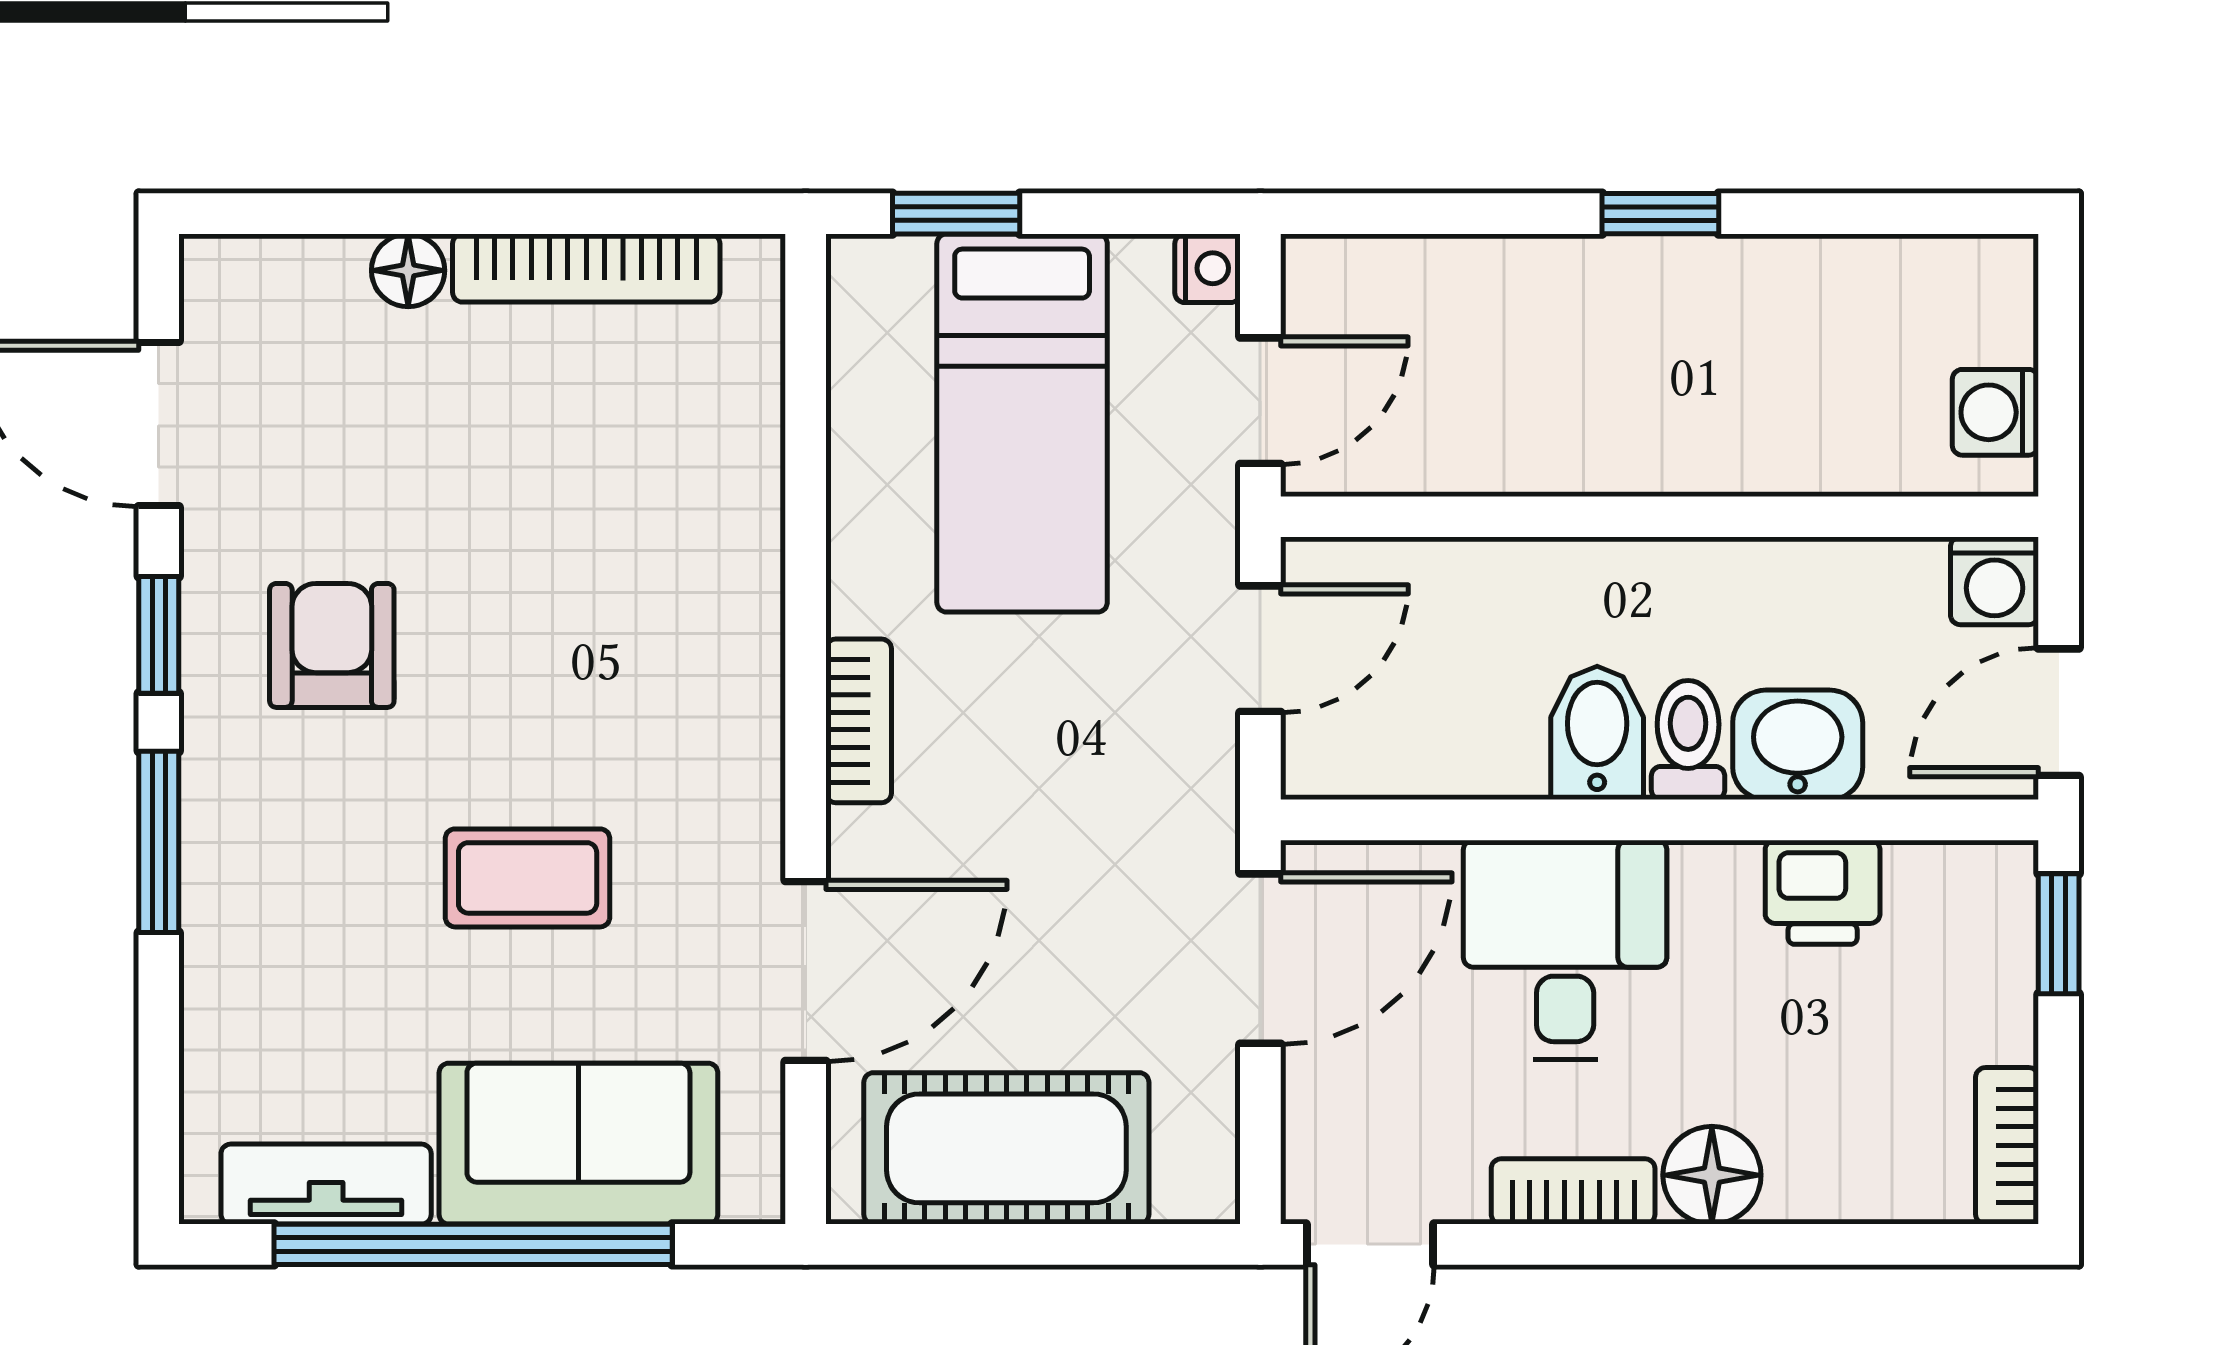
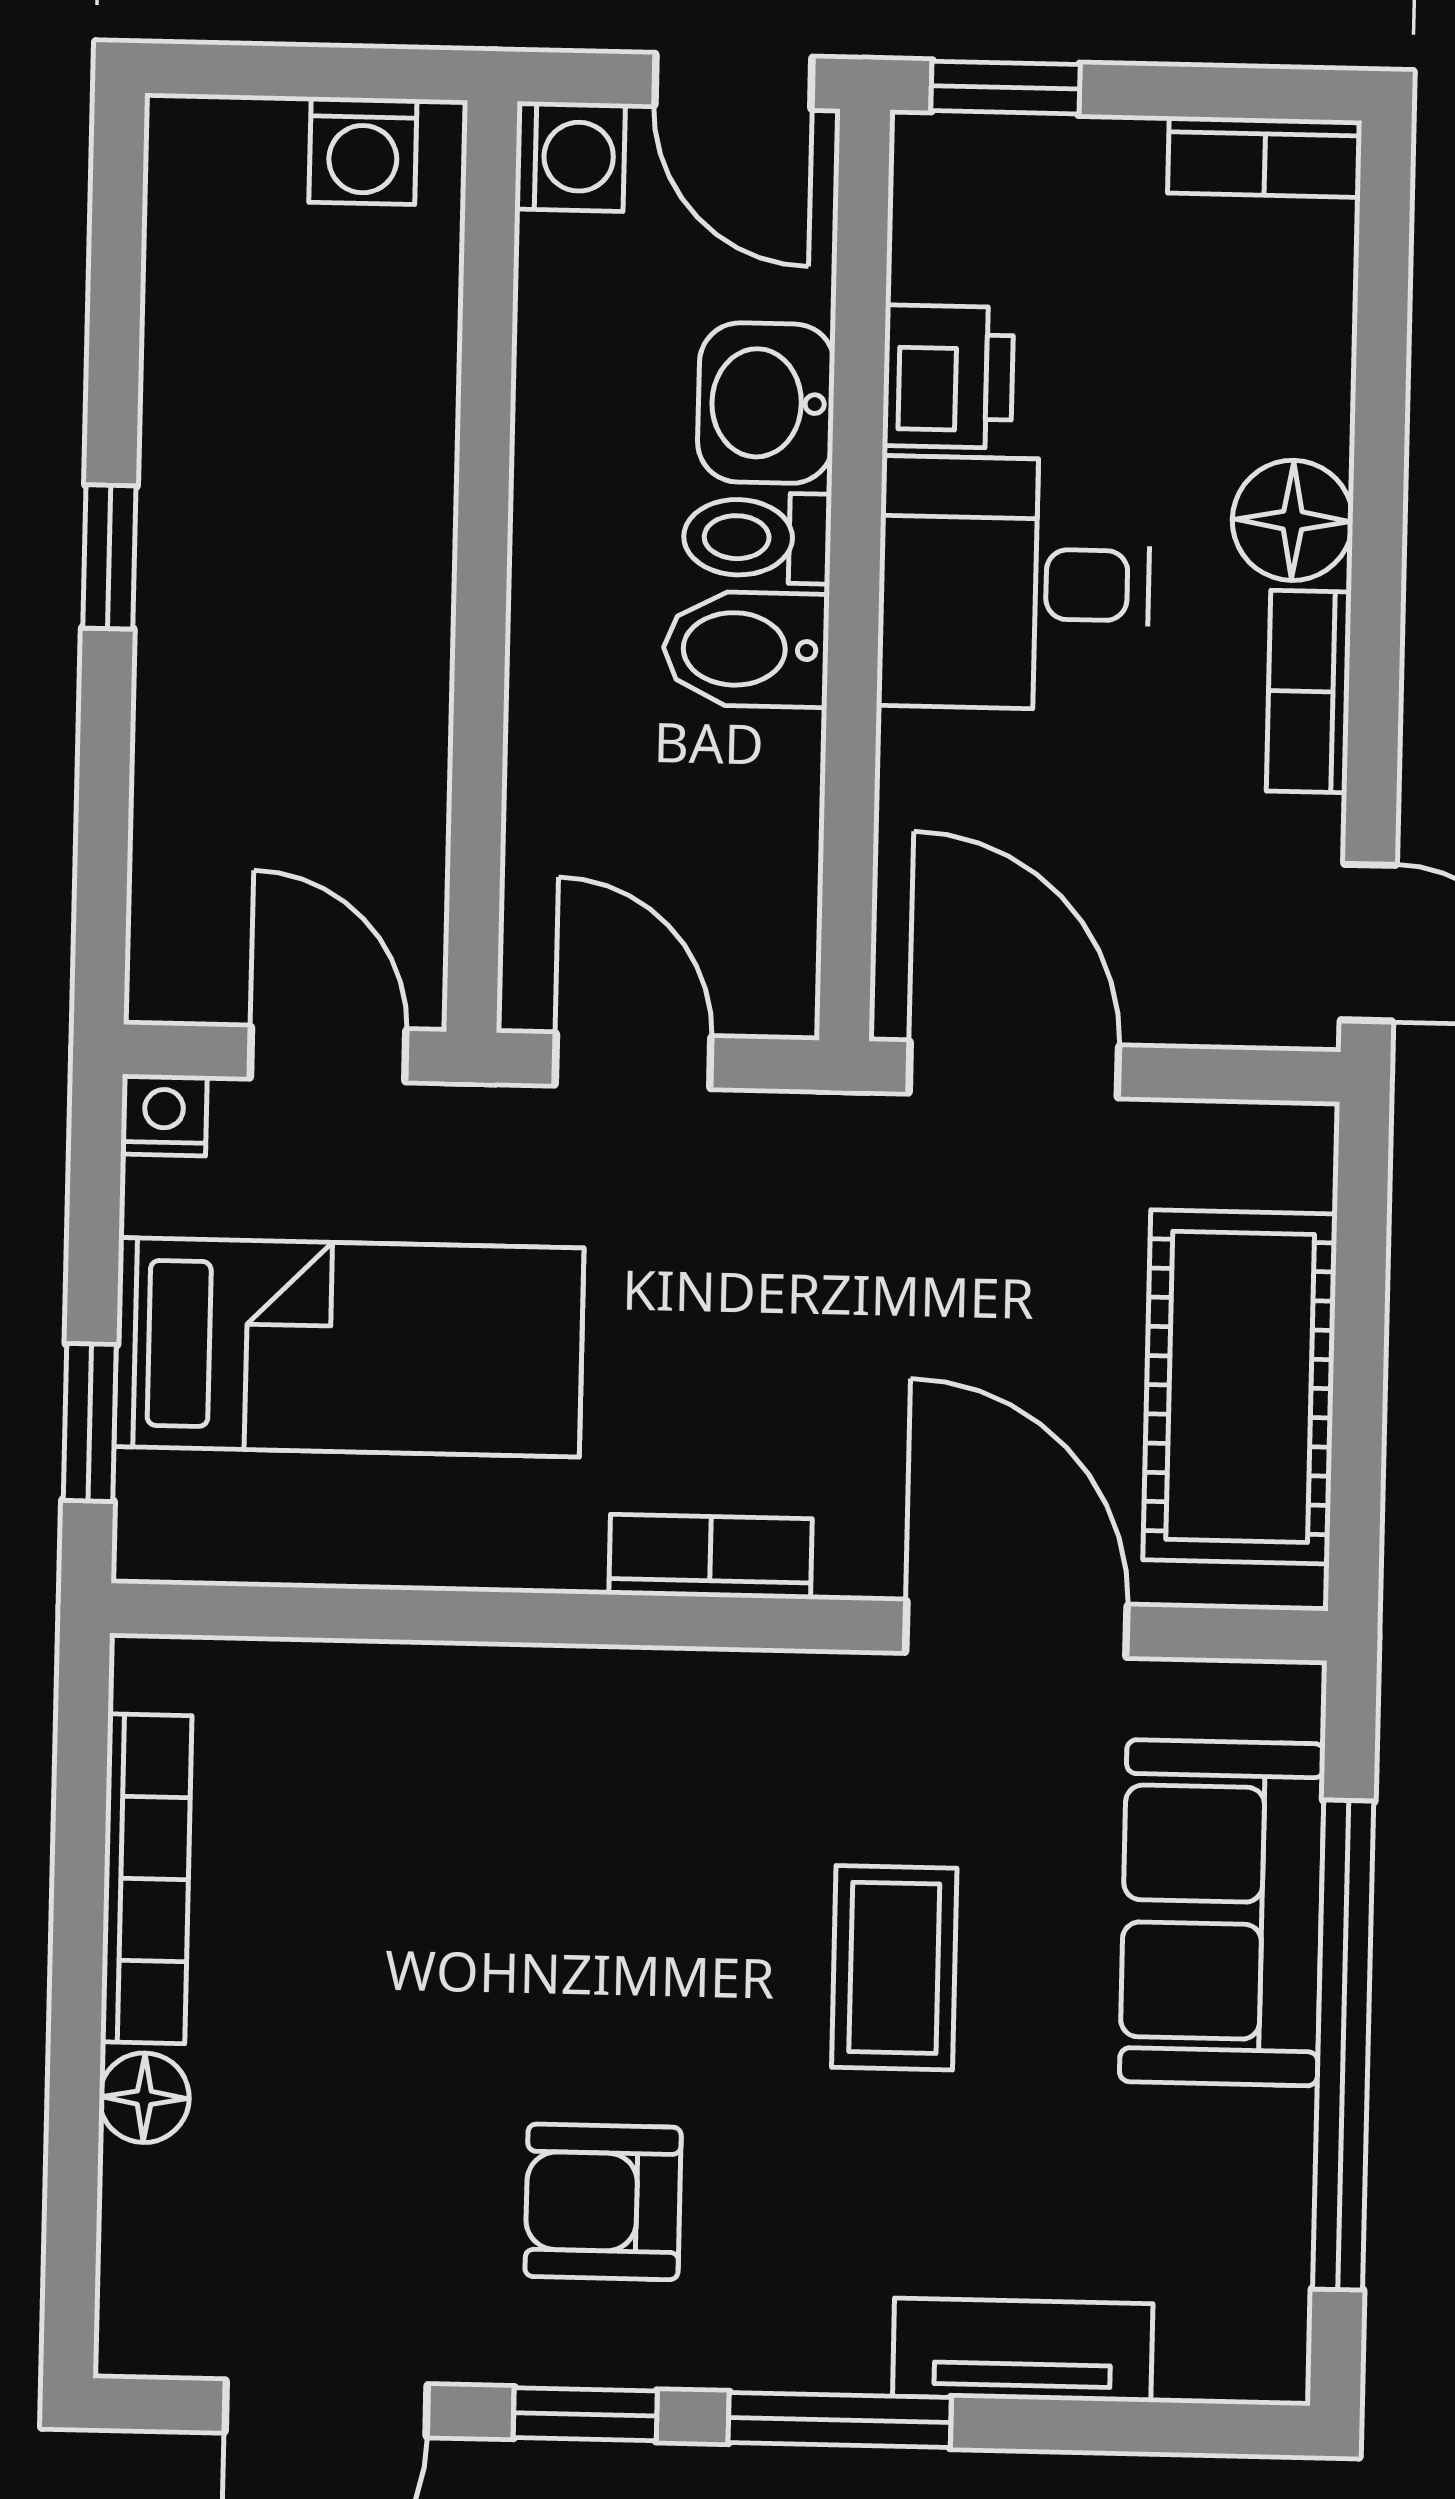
desk: (1565, 950) -> (1014, 583), moved
tv unit: (326, 1184) -> (1023, 2350), moved, turned 90

